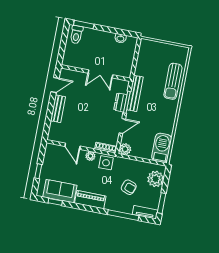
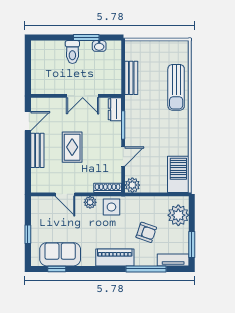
window: (84, 25) -> (86, 38), moved
toilet: (76, 35) -> (72, 52), moved
bench: (135, 93) -> (131, 78), moved, width x0.73
dresser: (120, 102) -> (115, 109), moved
rug: (85, 111) -> (72, 147), added
piano: (90, 200) -> (115, 258), moved

